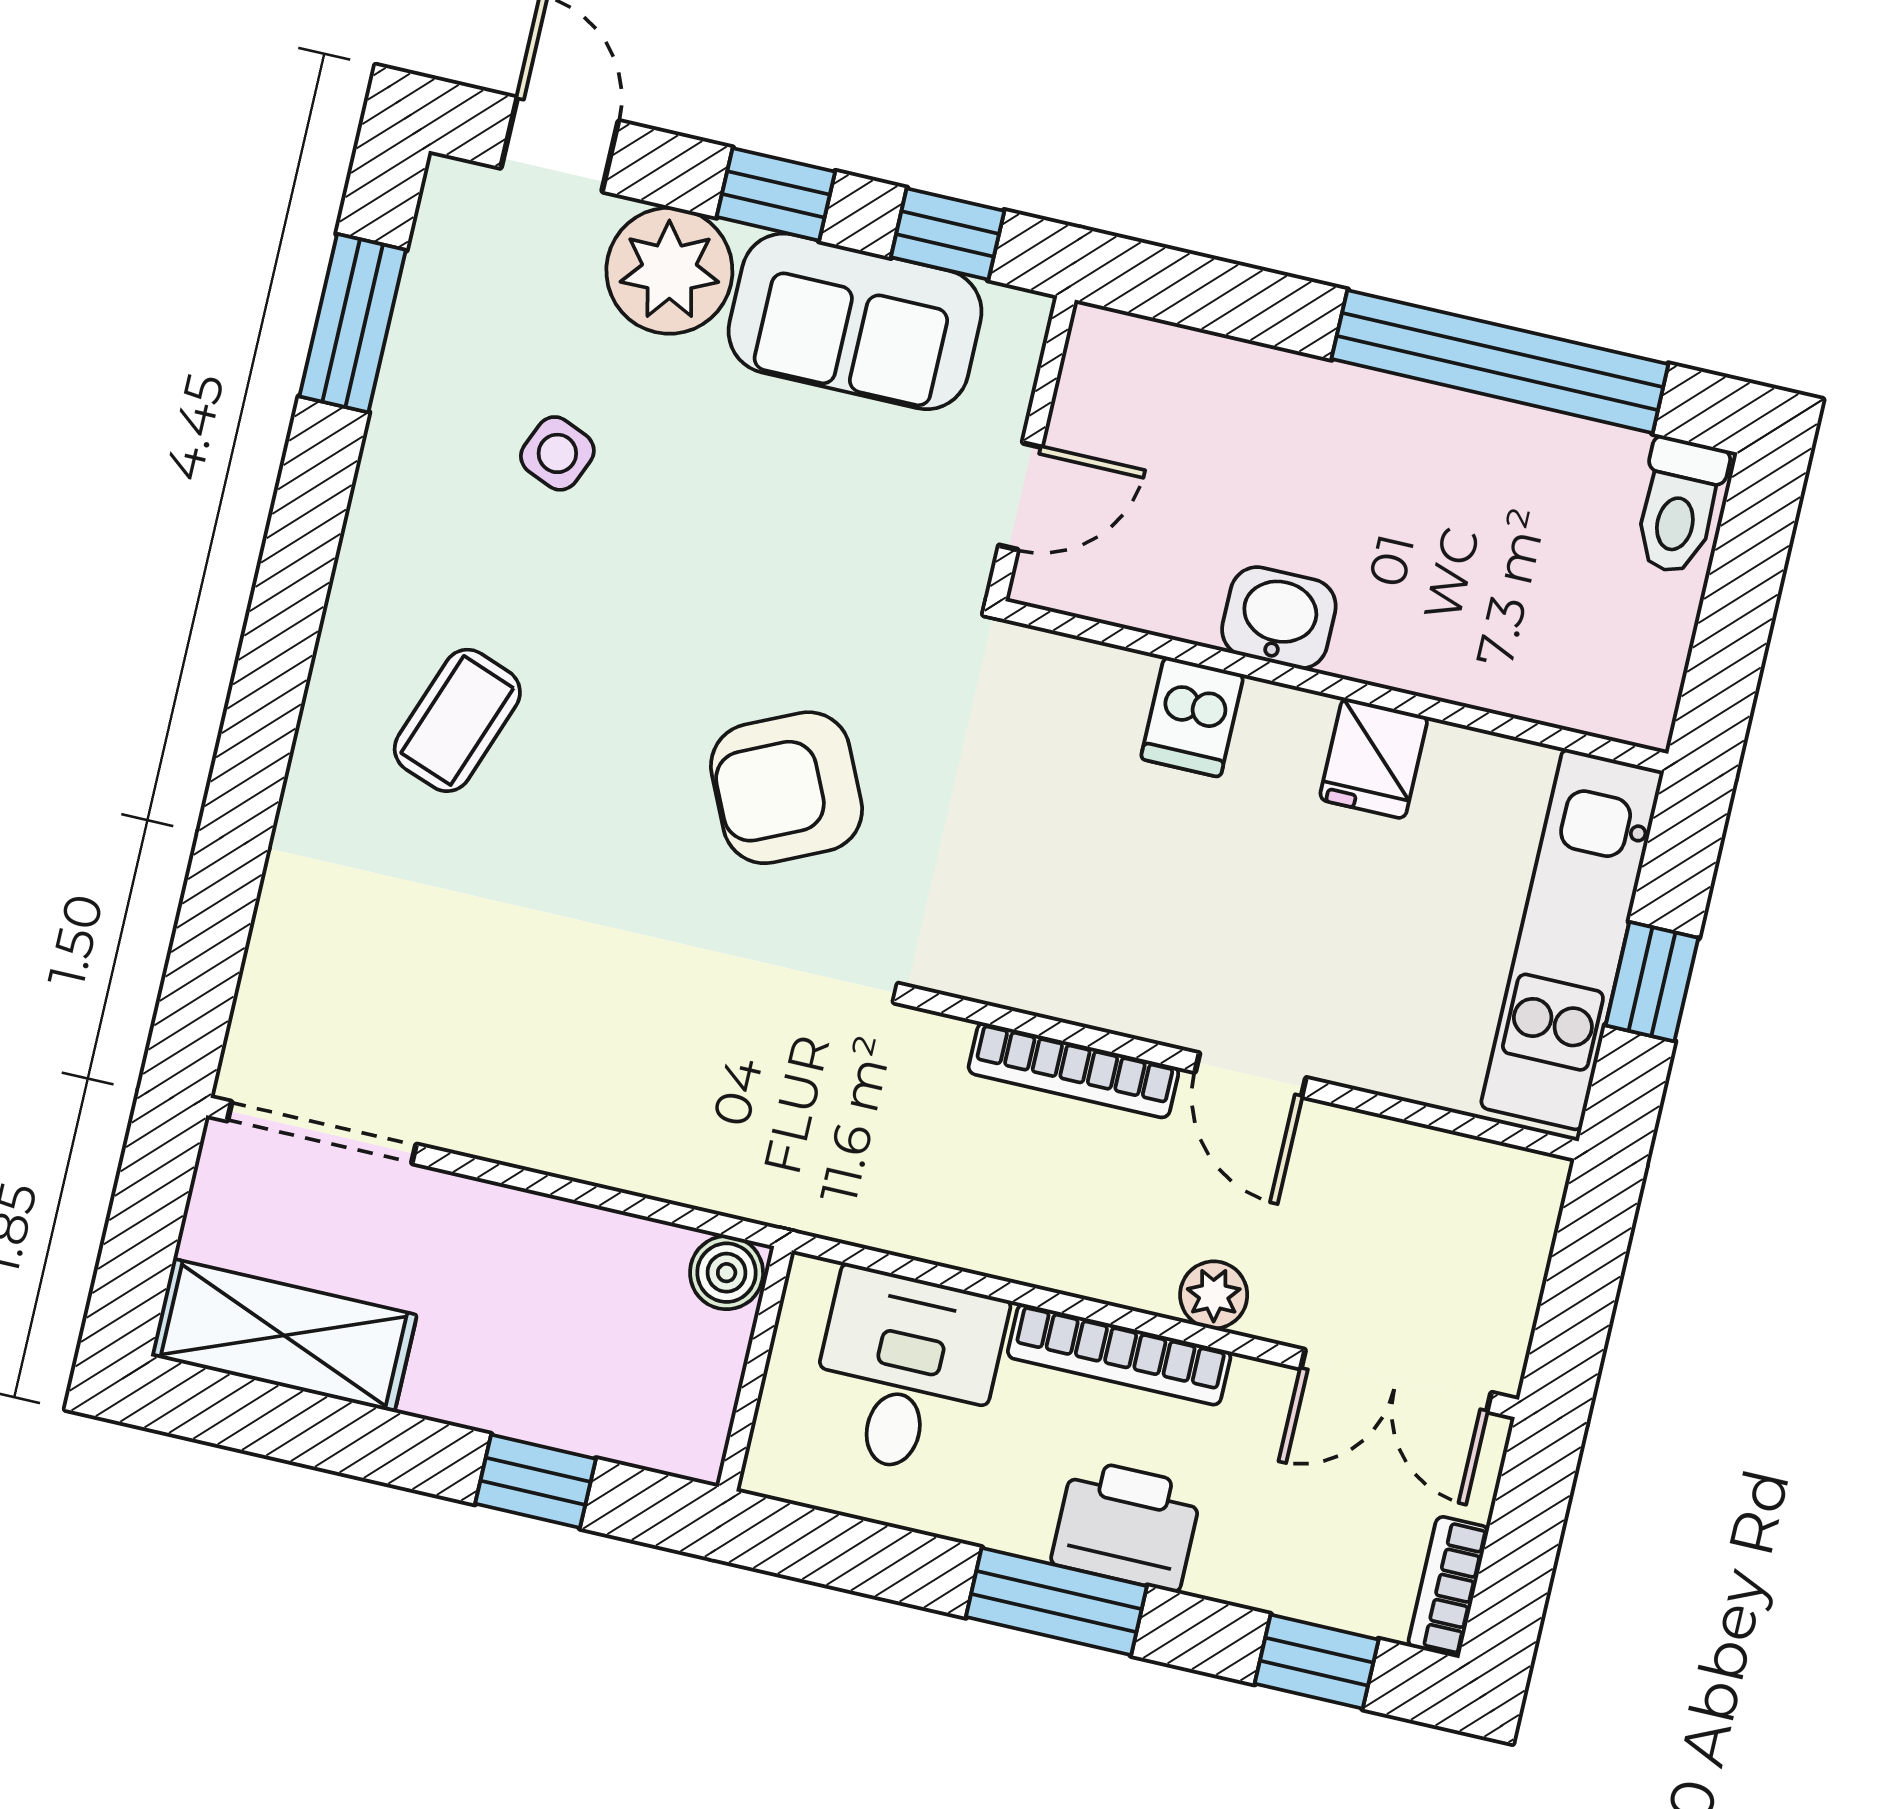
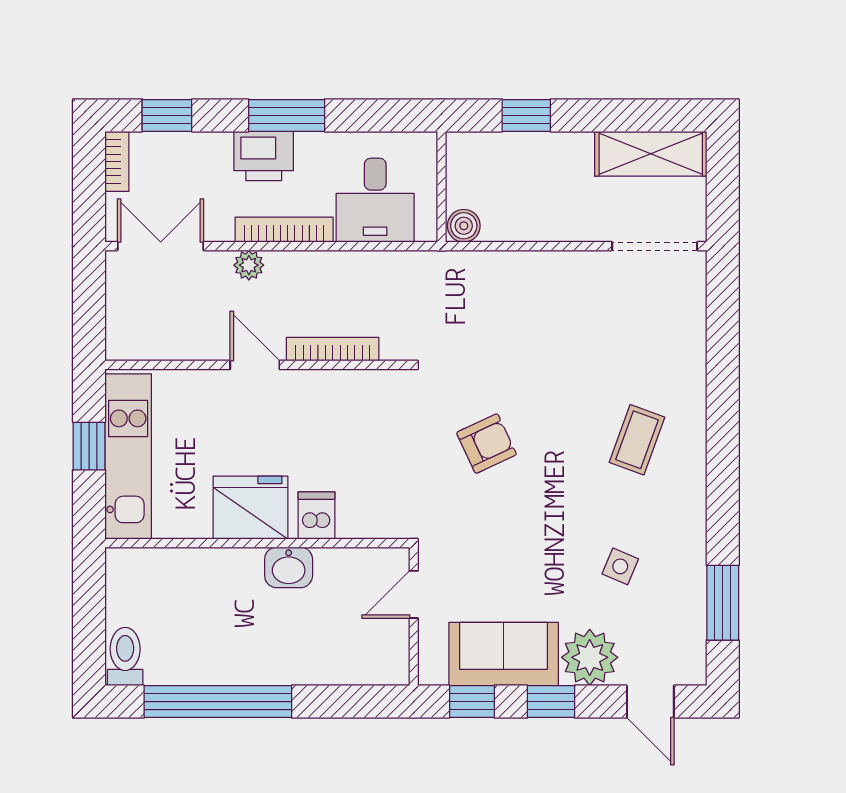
fridge: (1374, 758) -> (251, 508), width x1.88, depth x1.34
armchair: (787, 788) -> (486, 444), width x0.72, depth x0.72

